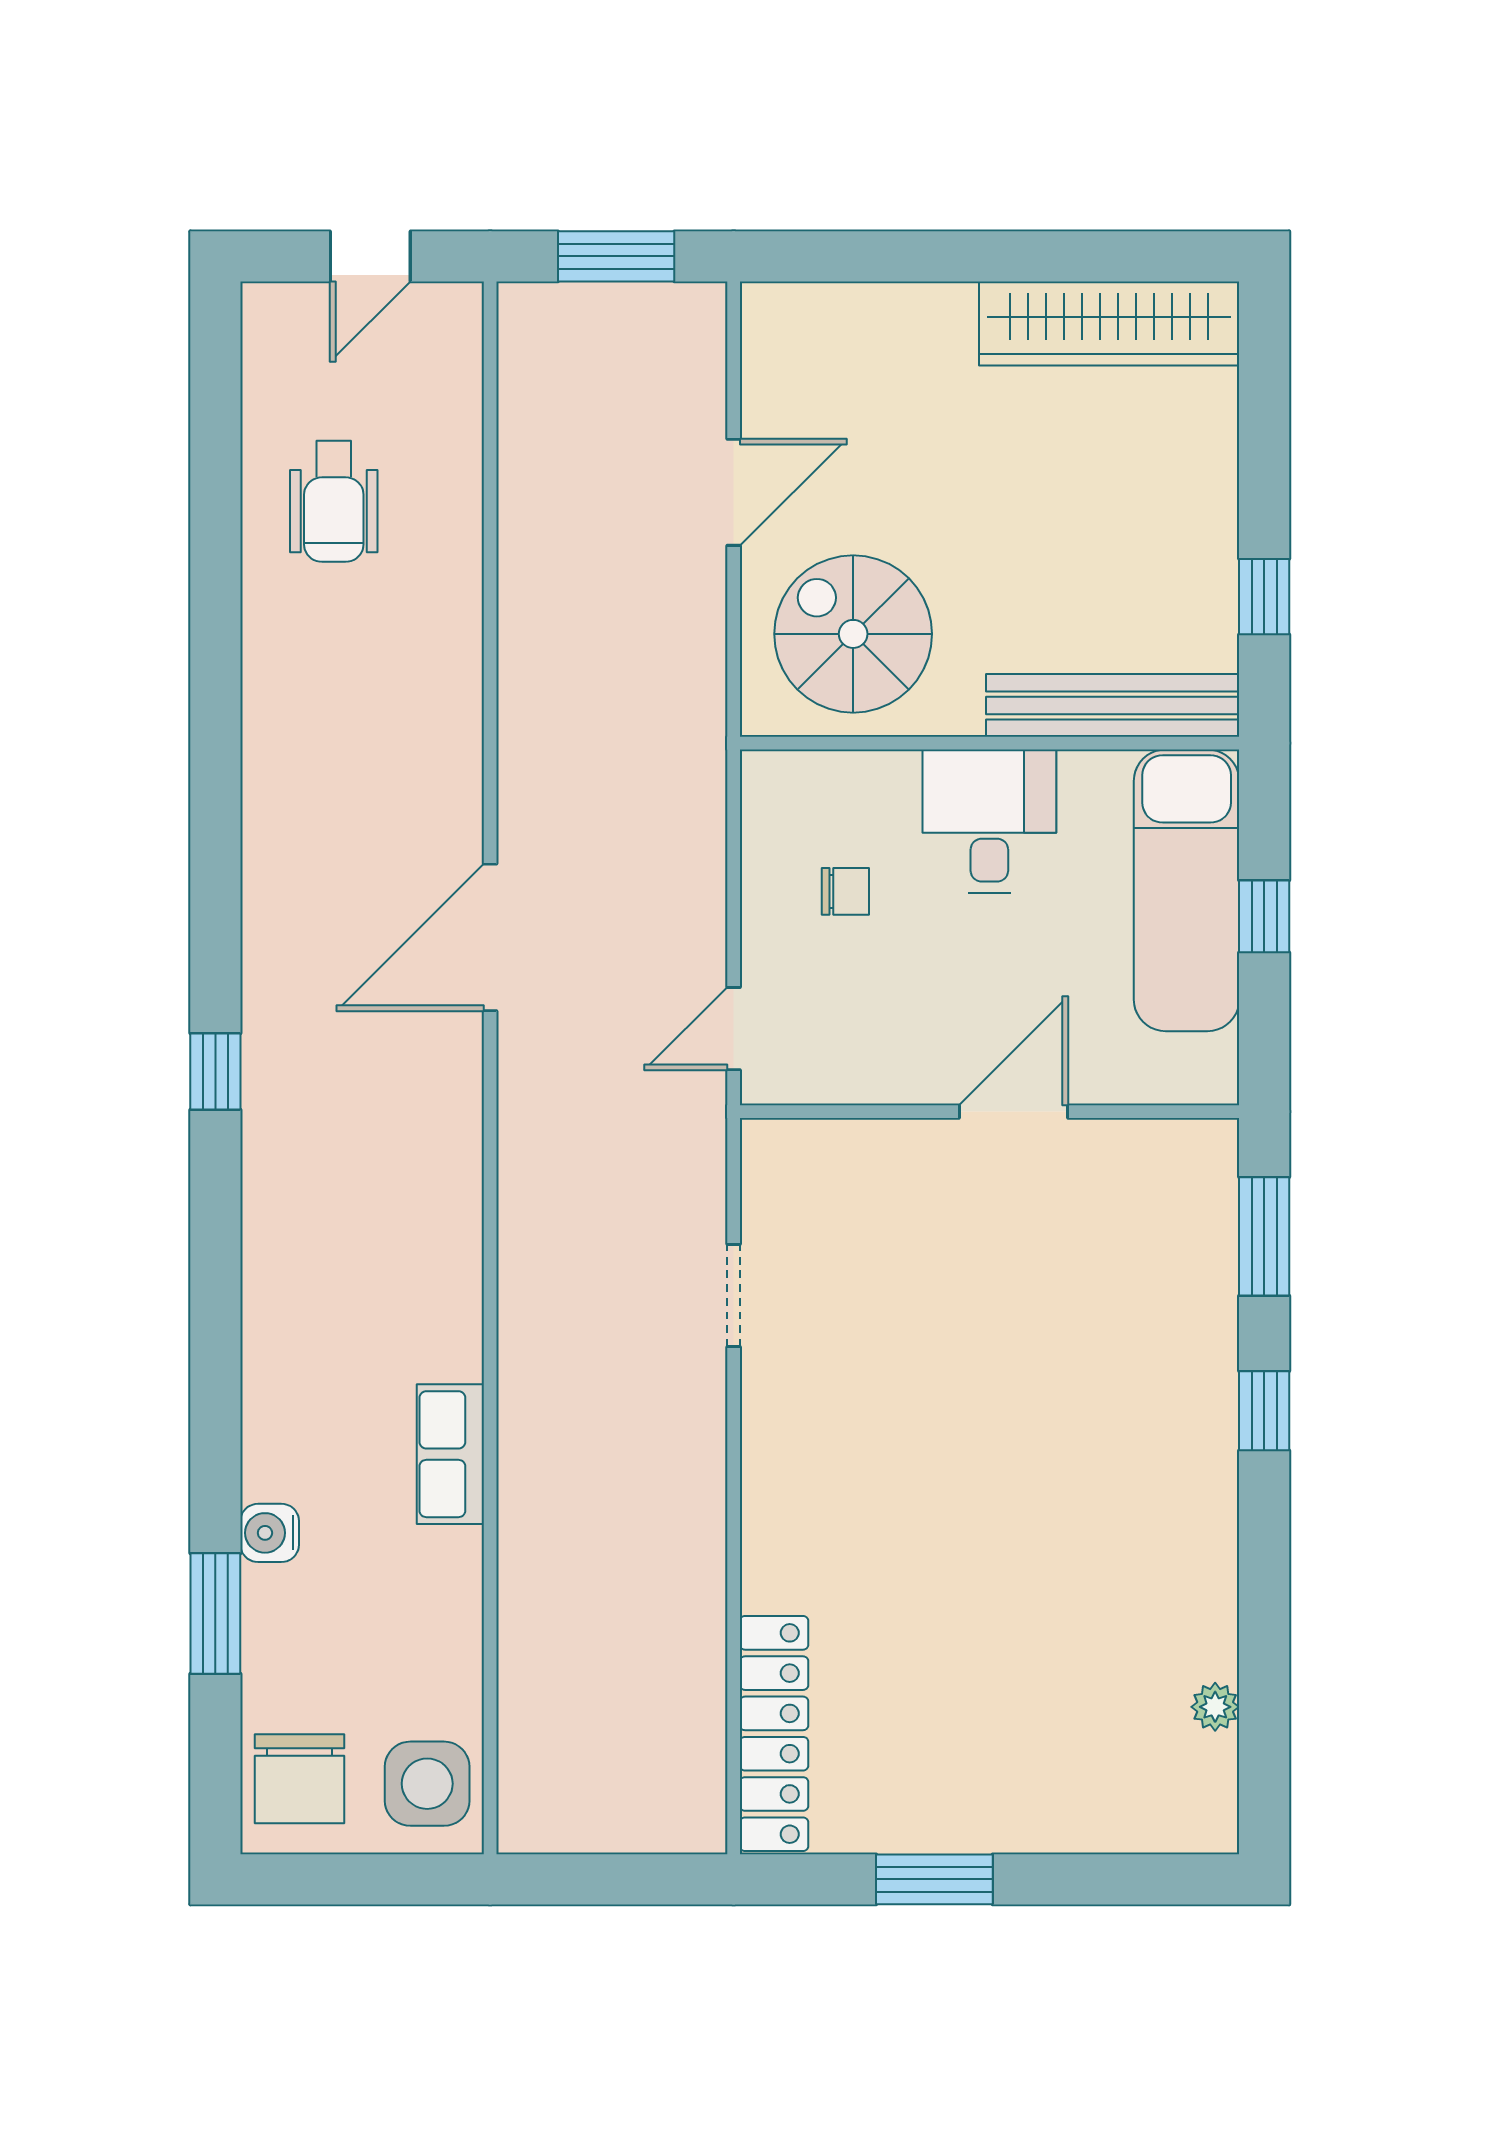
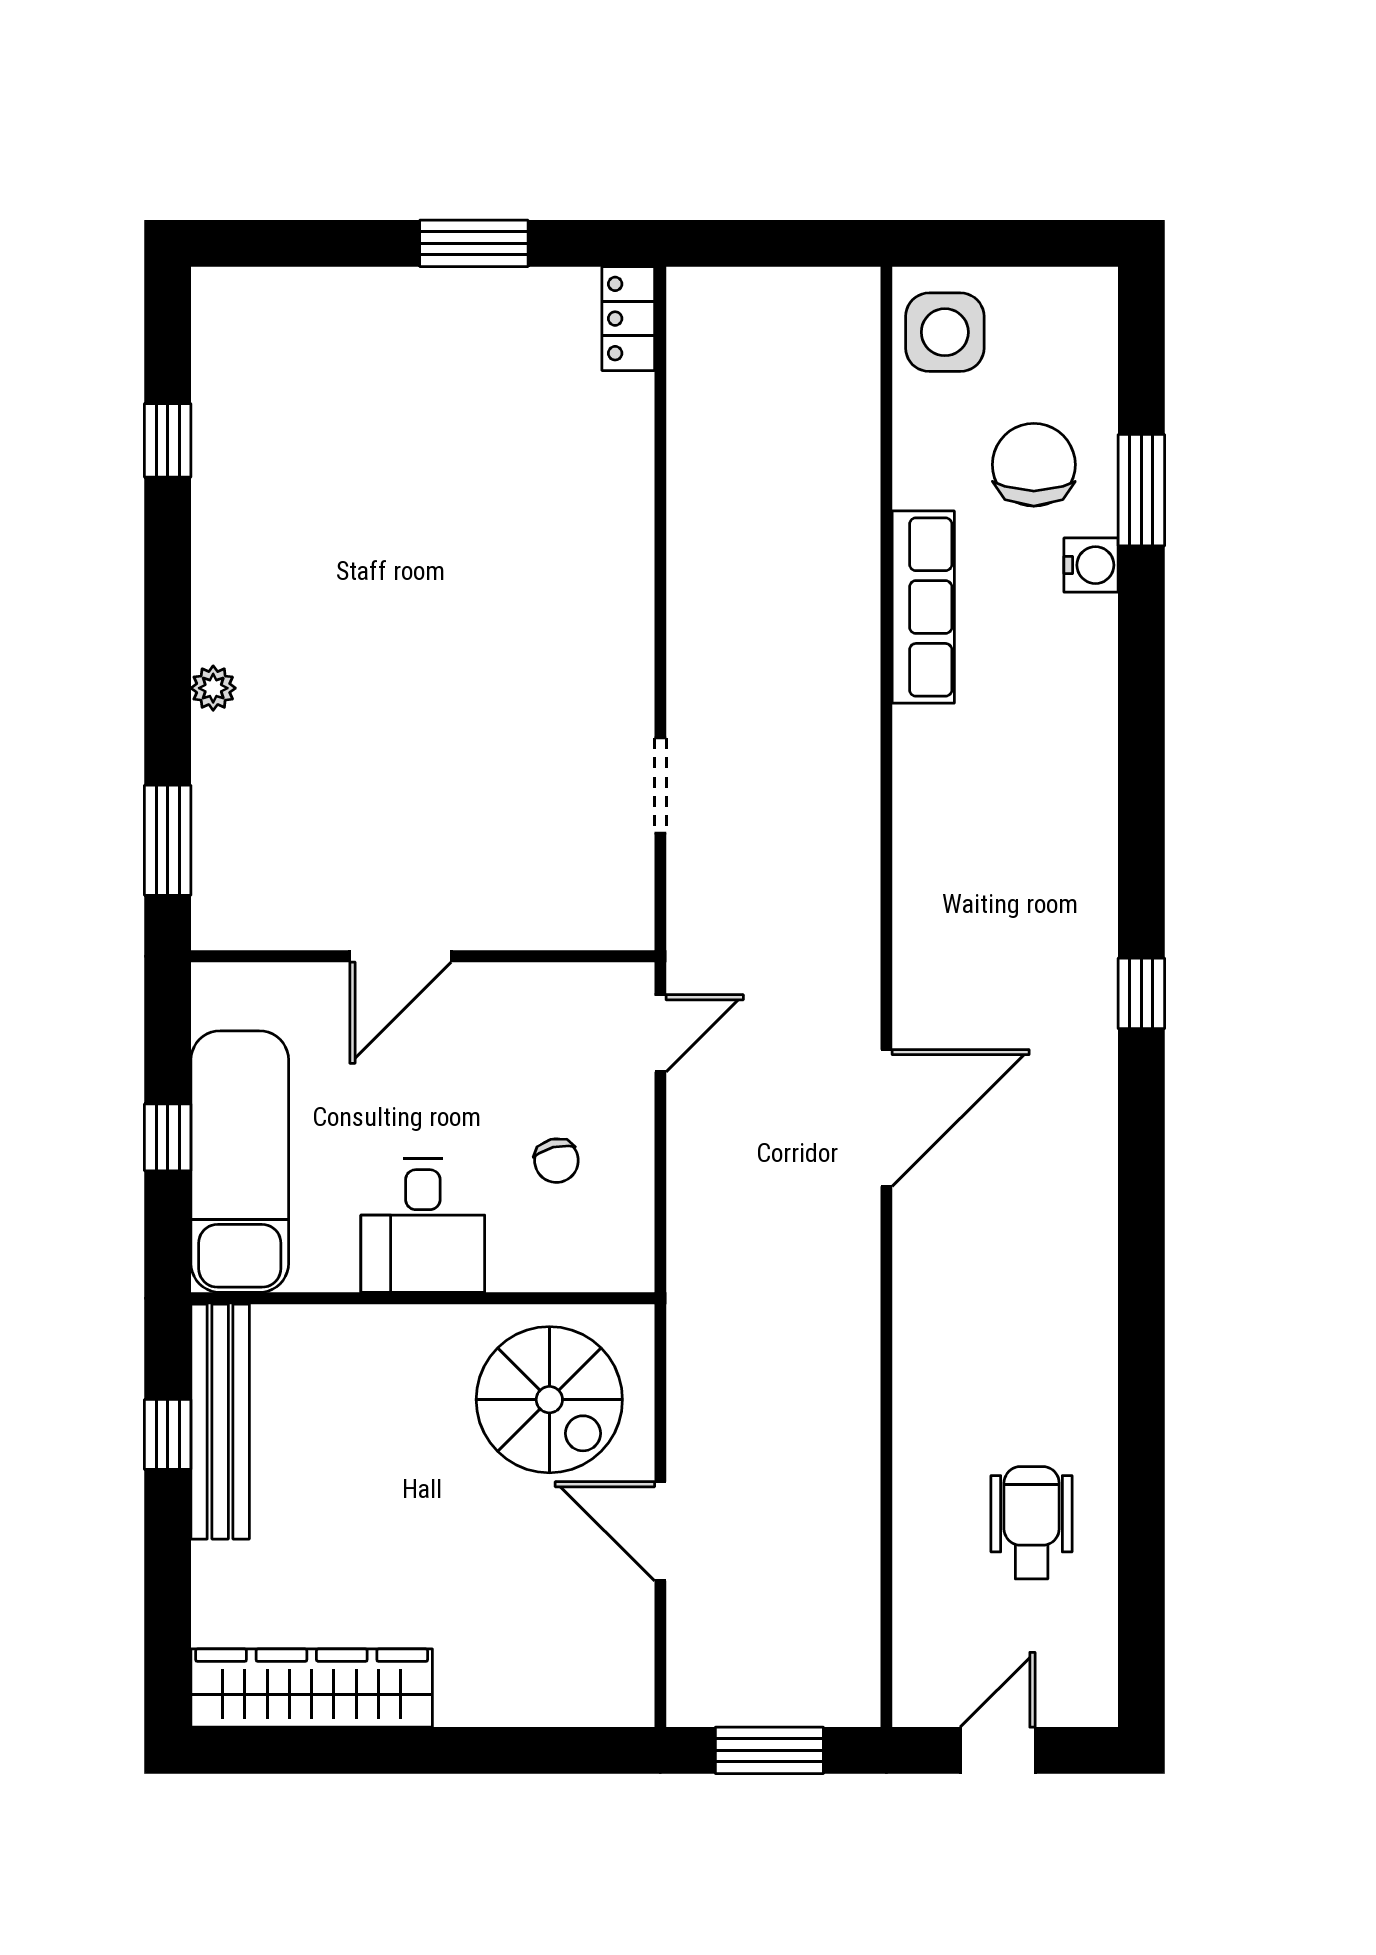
door: (734, 492) -> (660, 1531), hinge flipped
bench: (1113, 705) -> (220, 1422), moved, turned 90
chair: (845, 891) -> (556, 1161), turned -104
window: (1264, 1411) -> (168, 440), moved
row of seats: (450, 1454) -> (923, 607), width x1.48
plant: (1215, 1707) -> (213, 688), moved
locker: (774, 1734) -> (628, 319), width x0.46, depth x0.83
chair: (299, 1779) -> (1034, 465), moved

